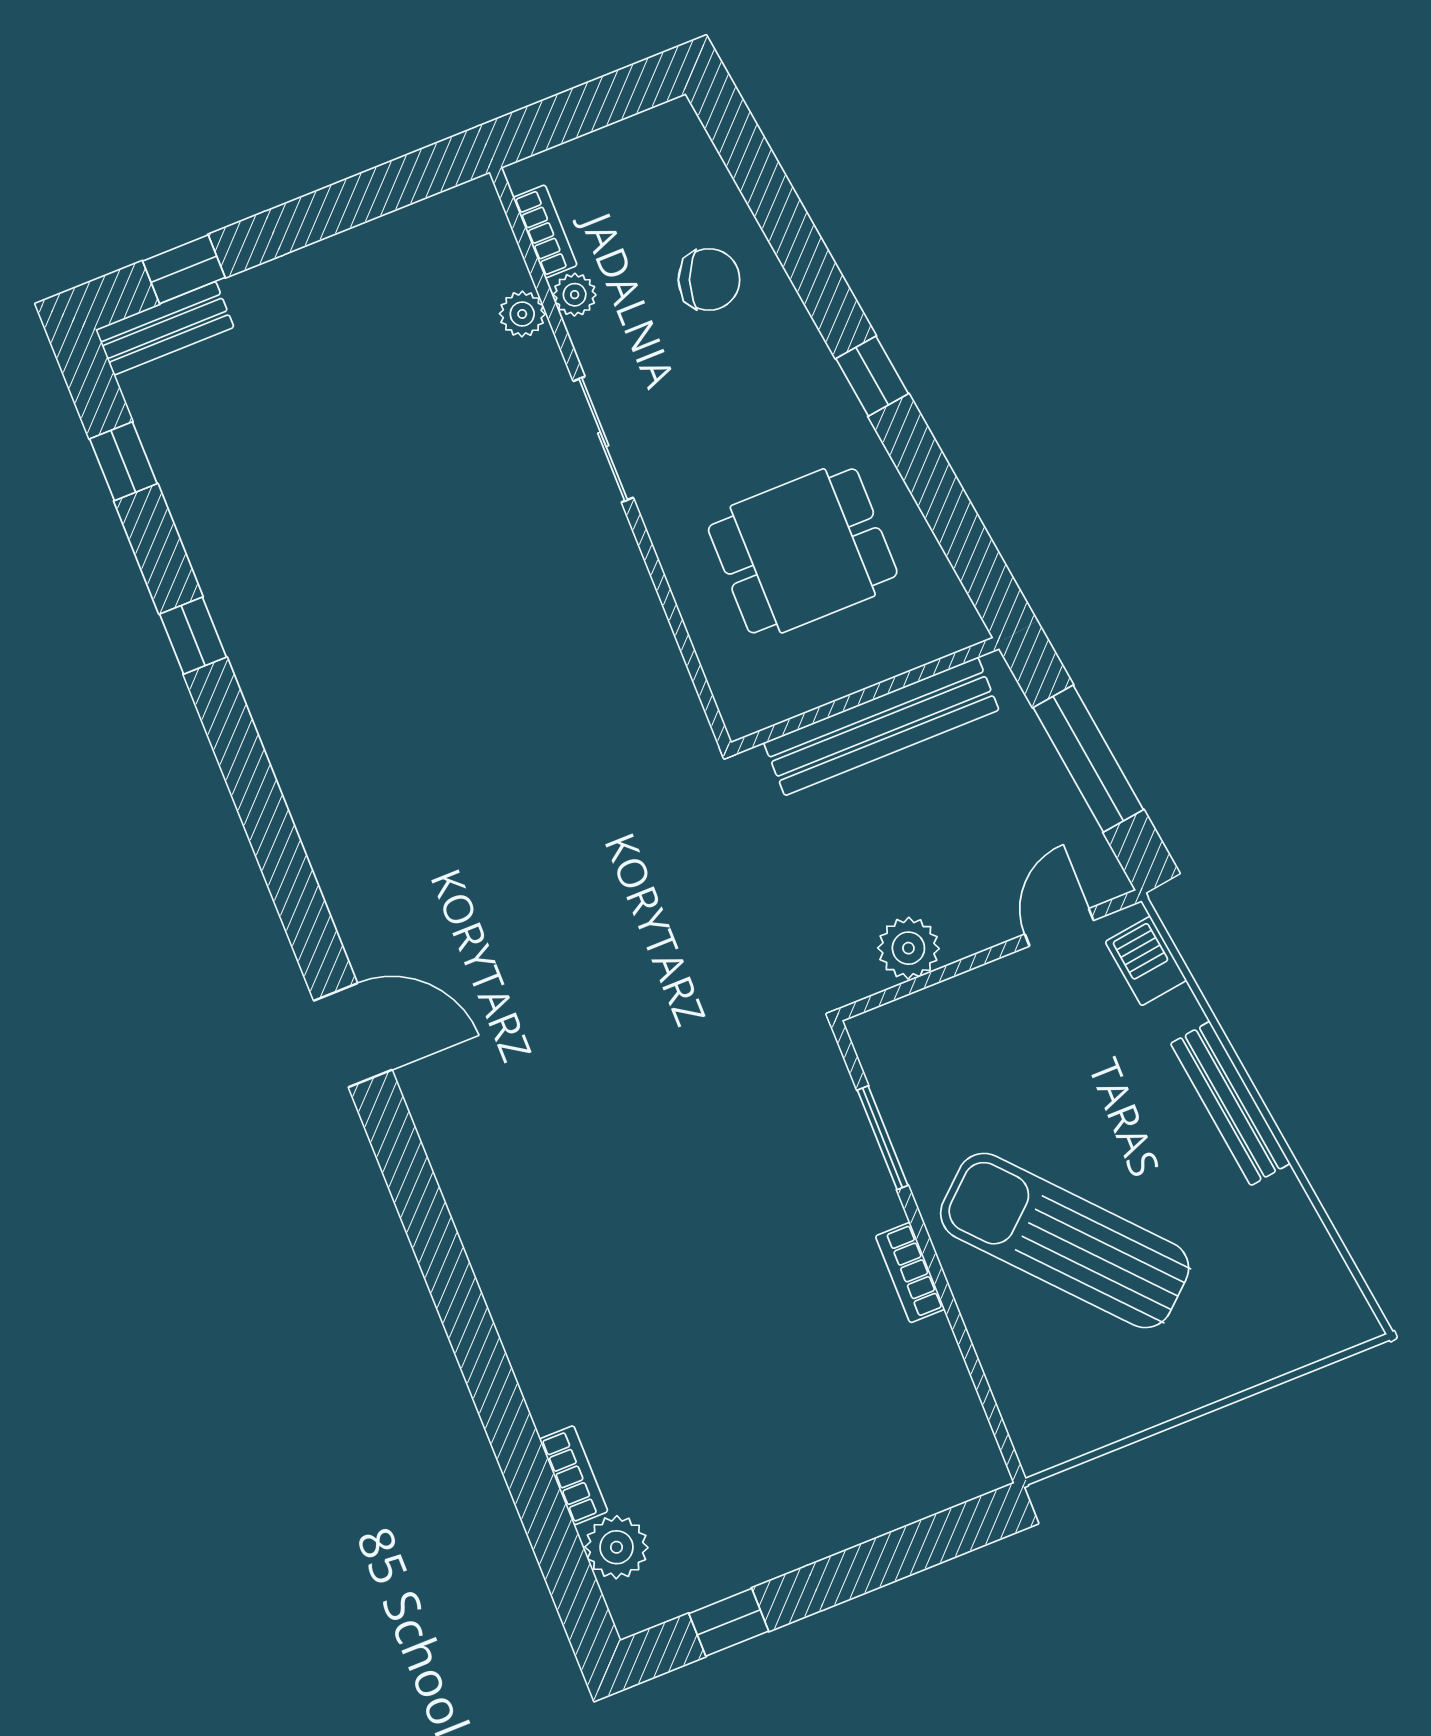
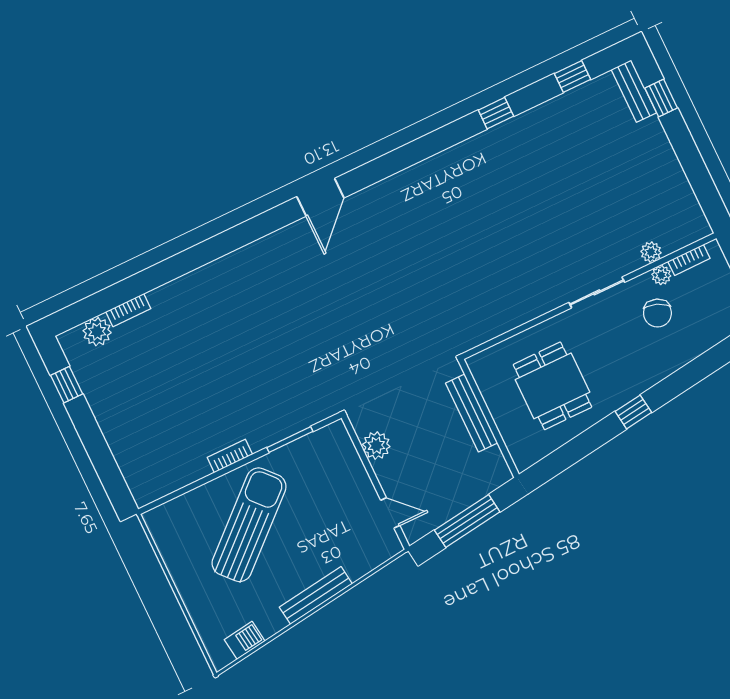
chair: (709, 280) -> (657, 313), moved
bench: (881, 726) -> (472, 413), width x0.73, depth x0.82
barbecue: (1146, 961) -> (245, 640), moved

